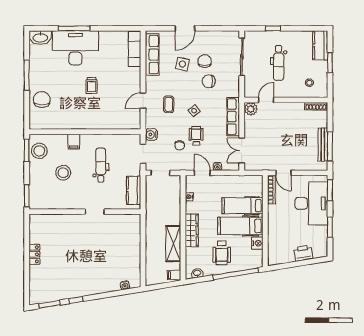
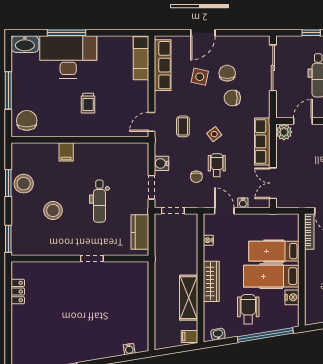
wall: (85, 132) -> (80, 140), moved
filing cabinet: (74, 142) -> (66, 152), moved
dental chair: (101, 165) -> (99, 201), turned 180
wheelchair: (222, 253) -> (248, 309), turned 180
locker: (34, 254) -> (18, 292), moved

